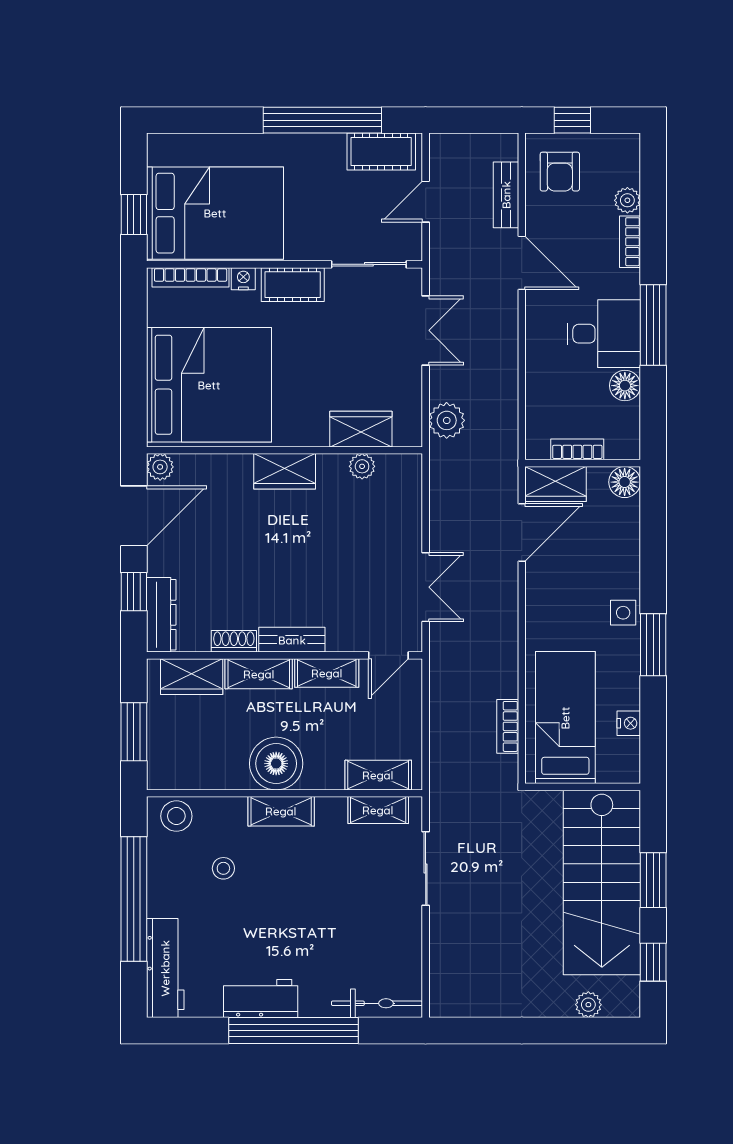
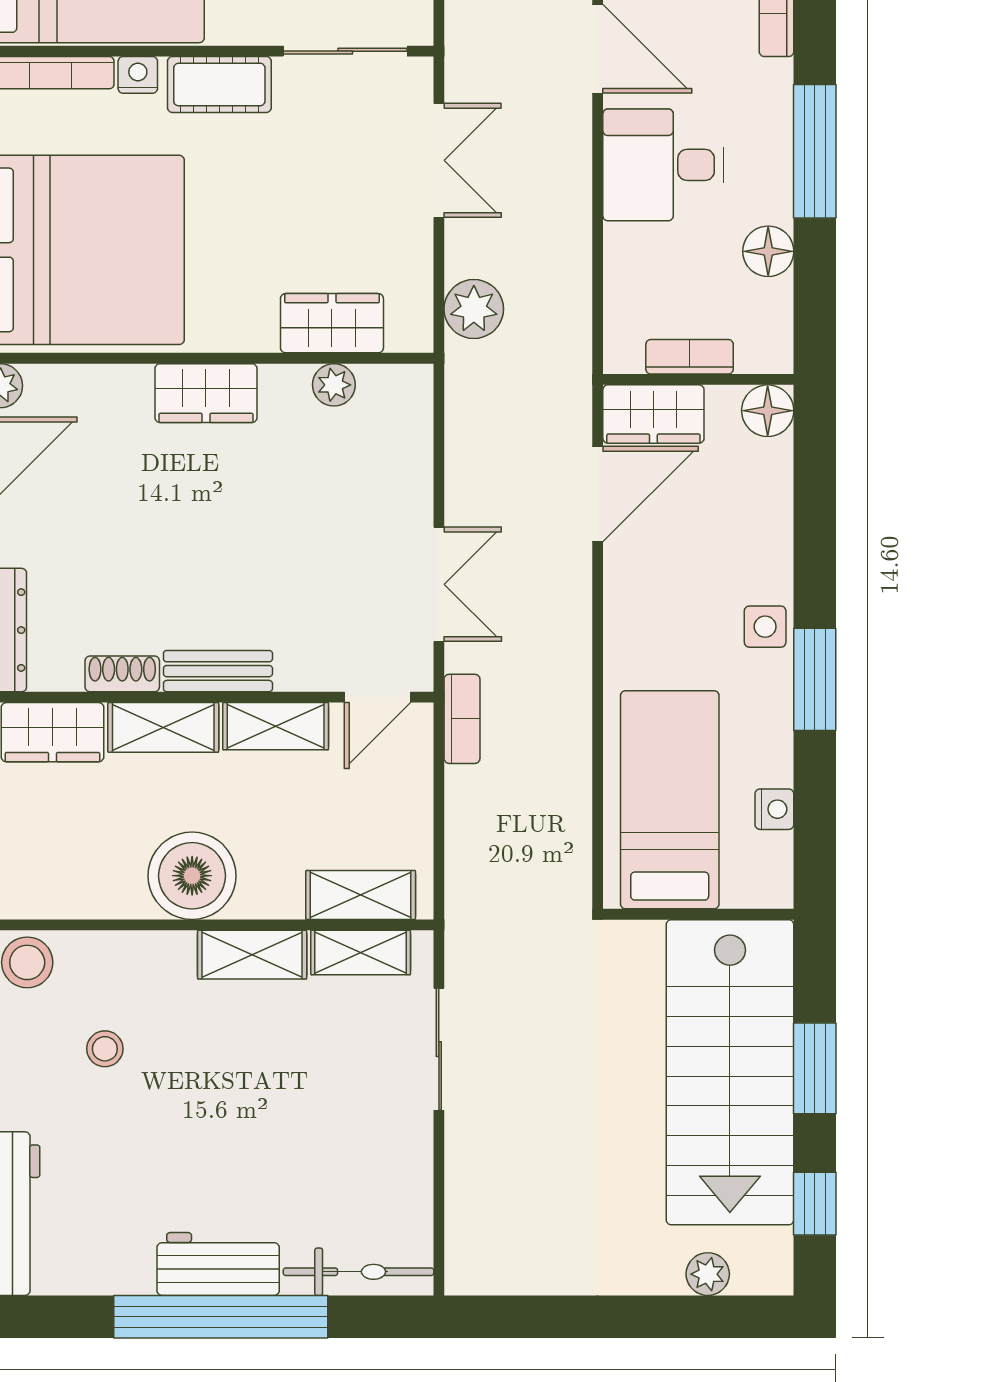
desk: (604, 334) -> (663, 165), moved, turned 180
bookcase: (508, 726) -> (462, 719), moved, turned 180
shelving: (281, 811) -> (252, 955), moved
workbench: (261, 999) -> (218, 1264), moved

